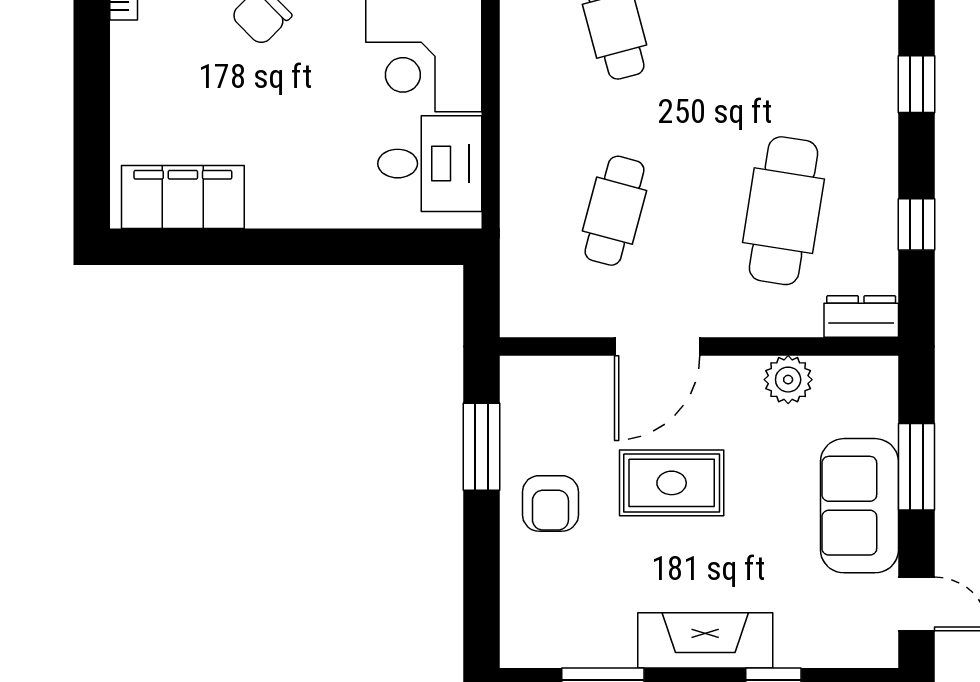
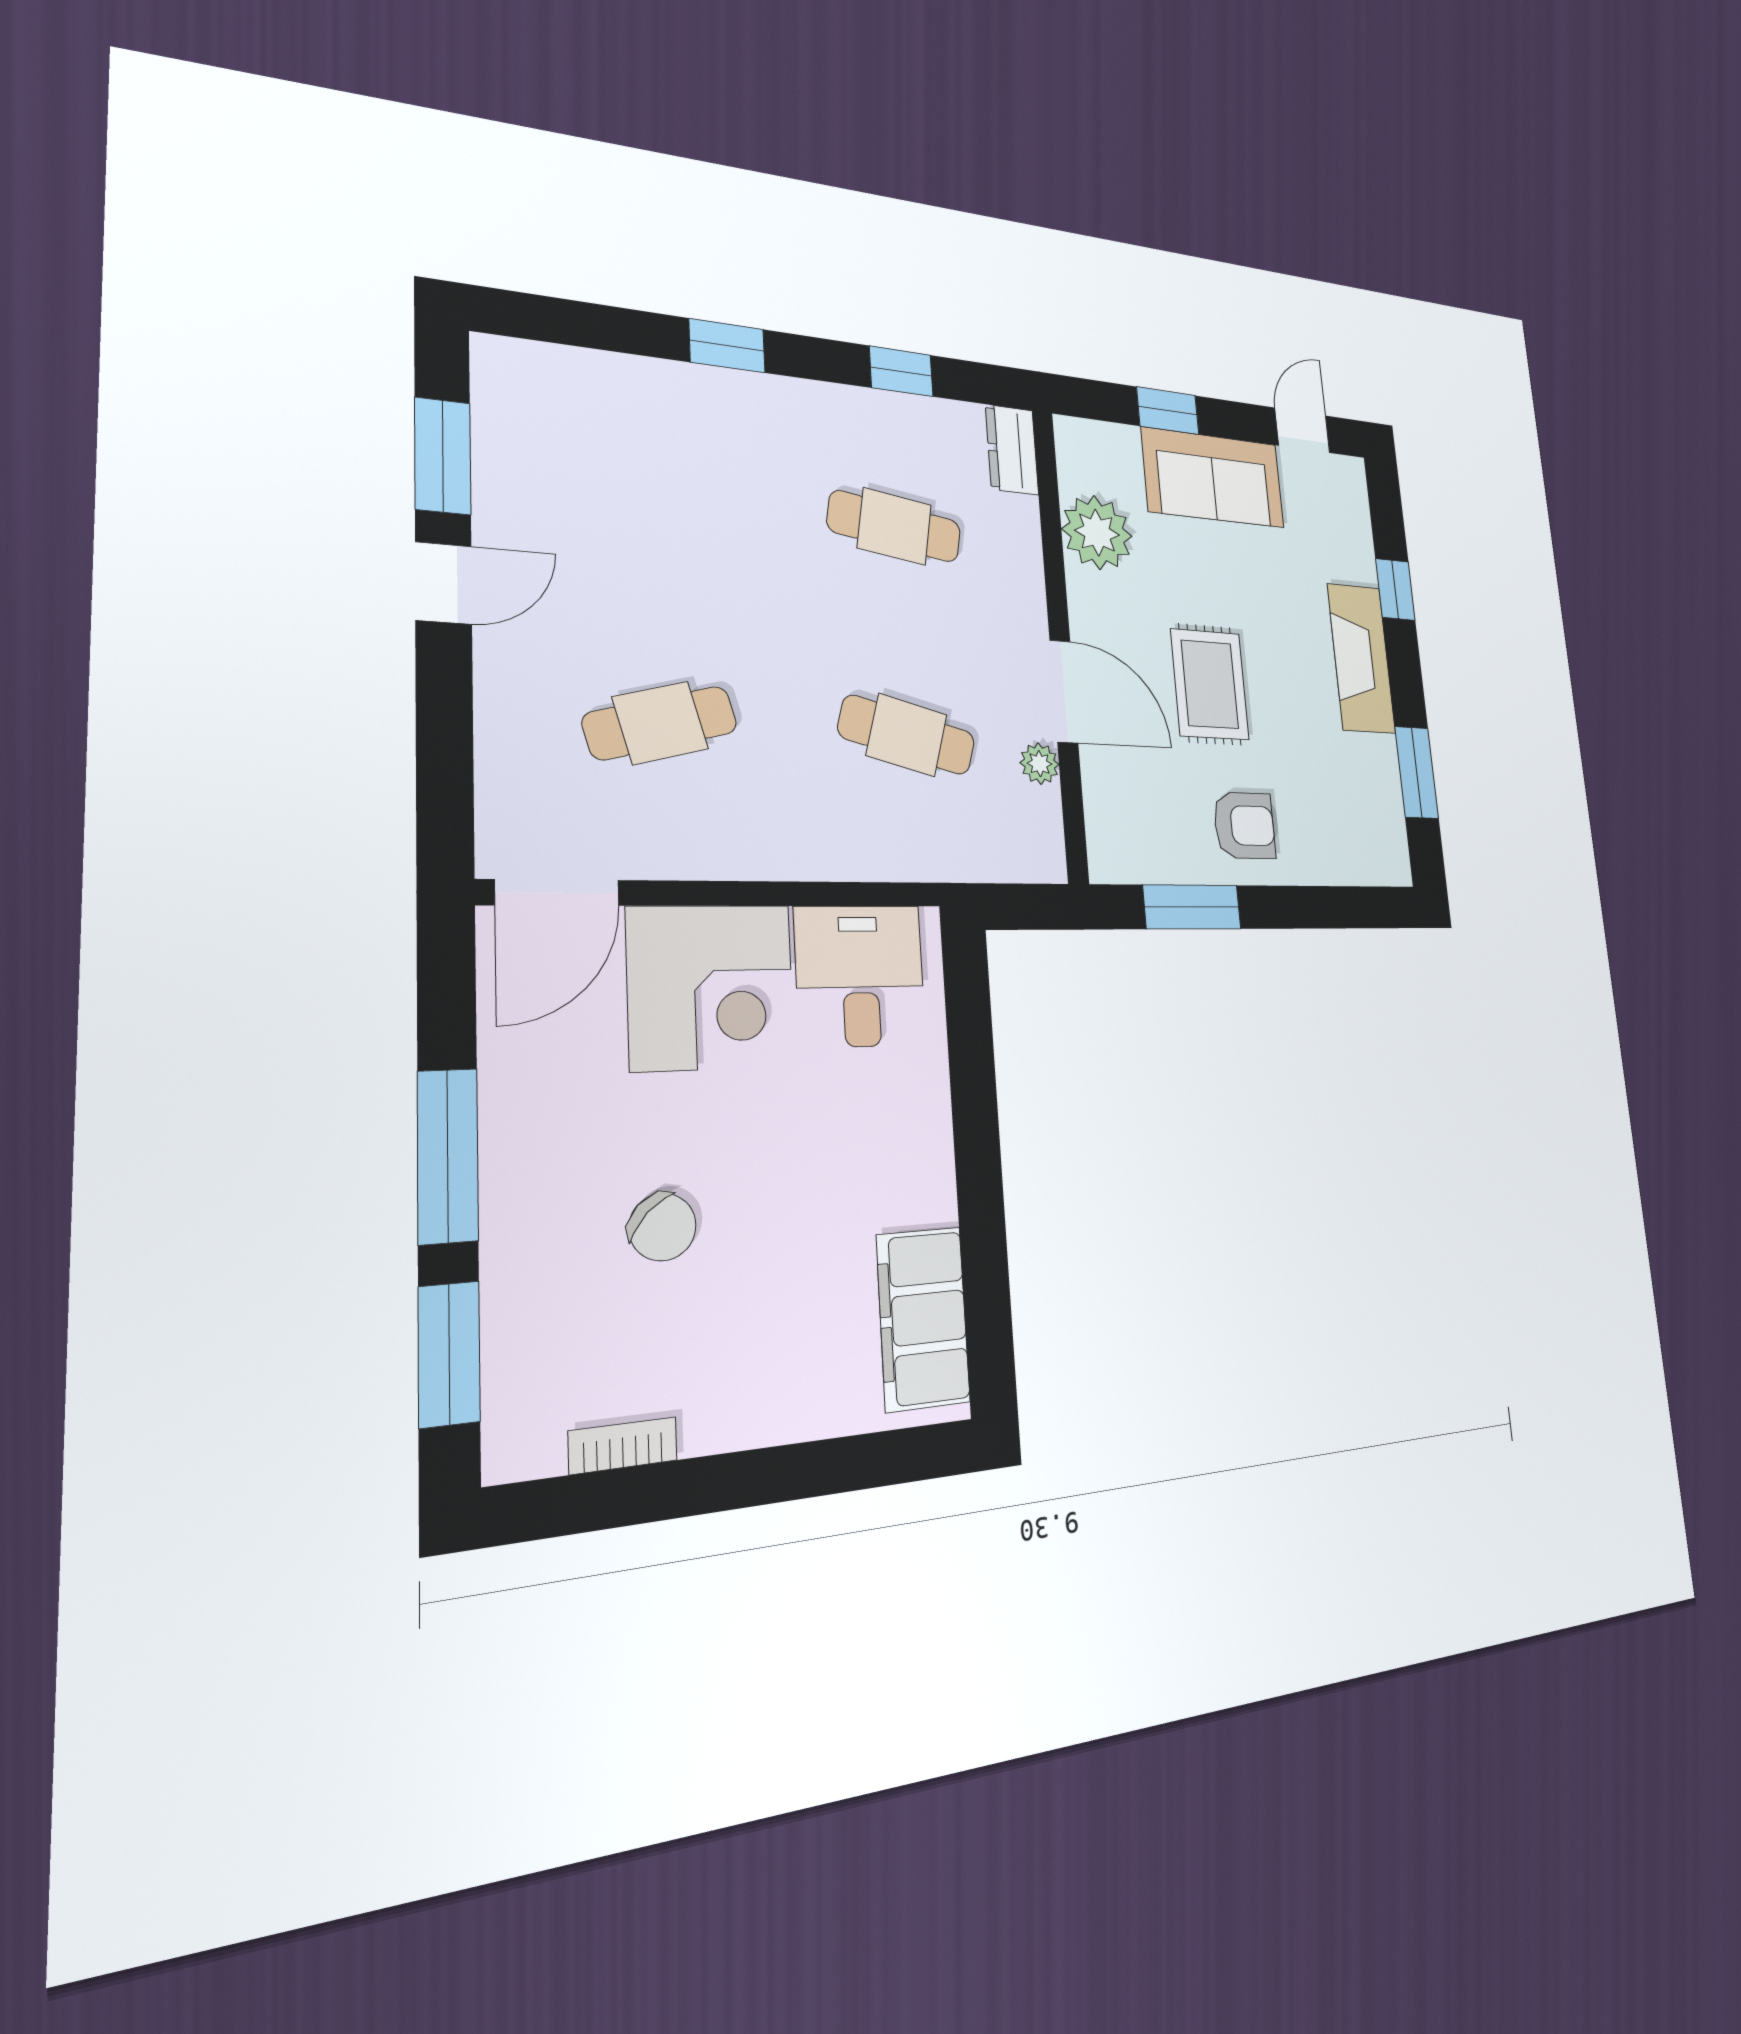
cafe table: (783, 211) -> (894, 526), width x0.73, depth x0.74
plant: (596, 320) -> (1040, 764), added
plant: (788, 380) -> (1097, 533), width x1.36, depth x1.36
window: (916, 467) -> (1168, 411), width x0.67

